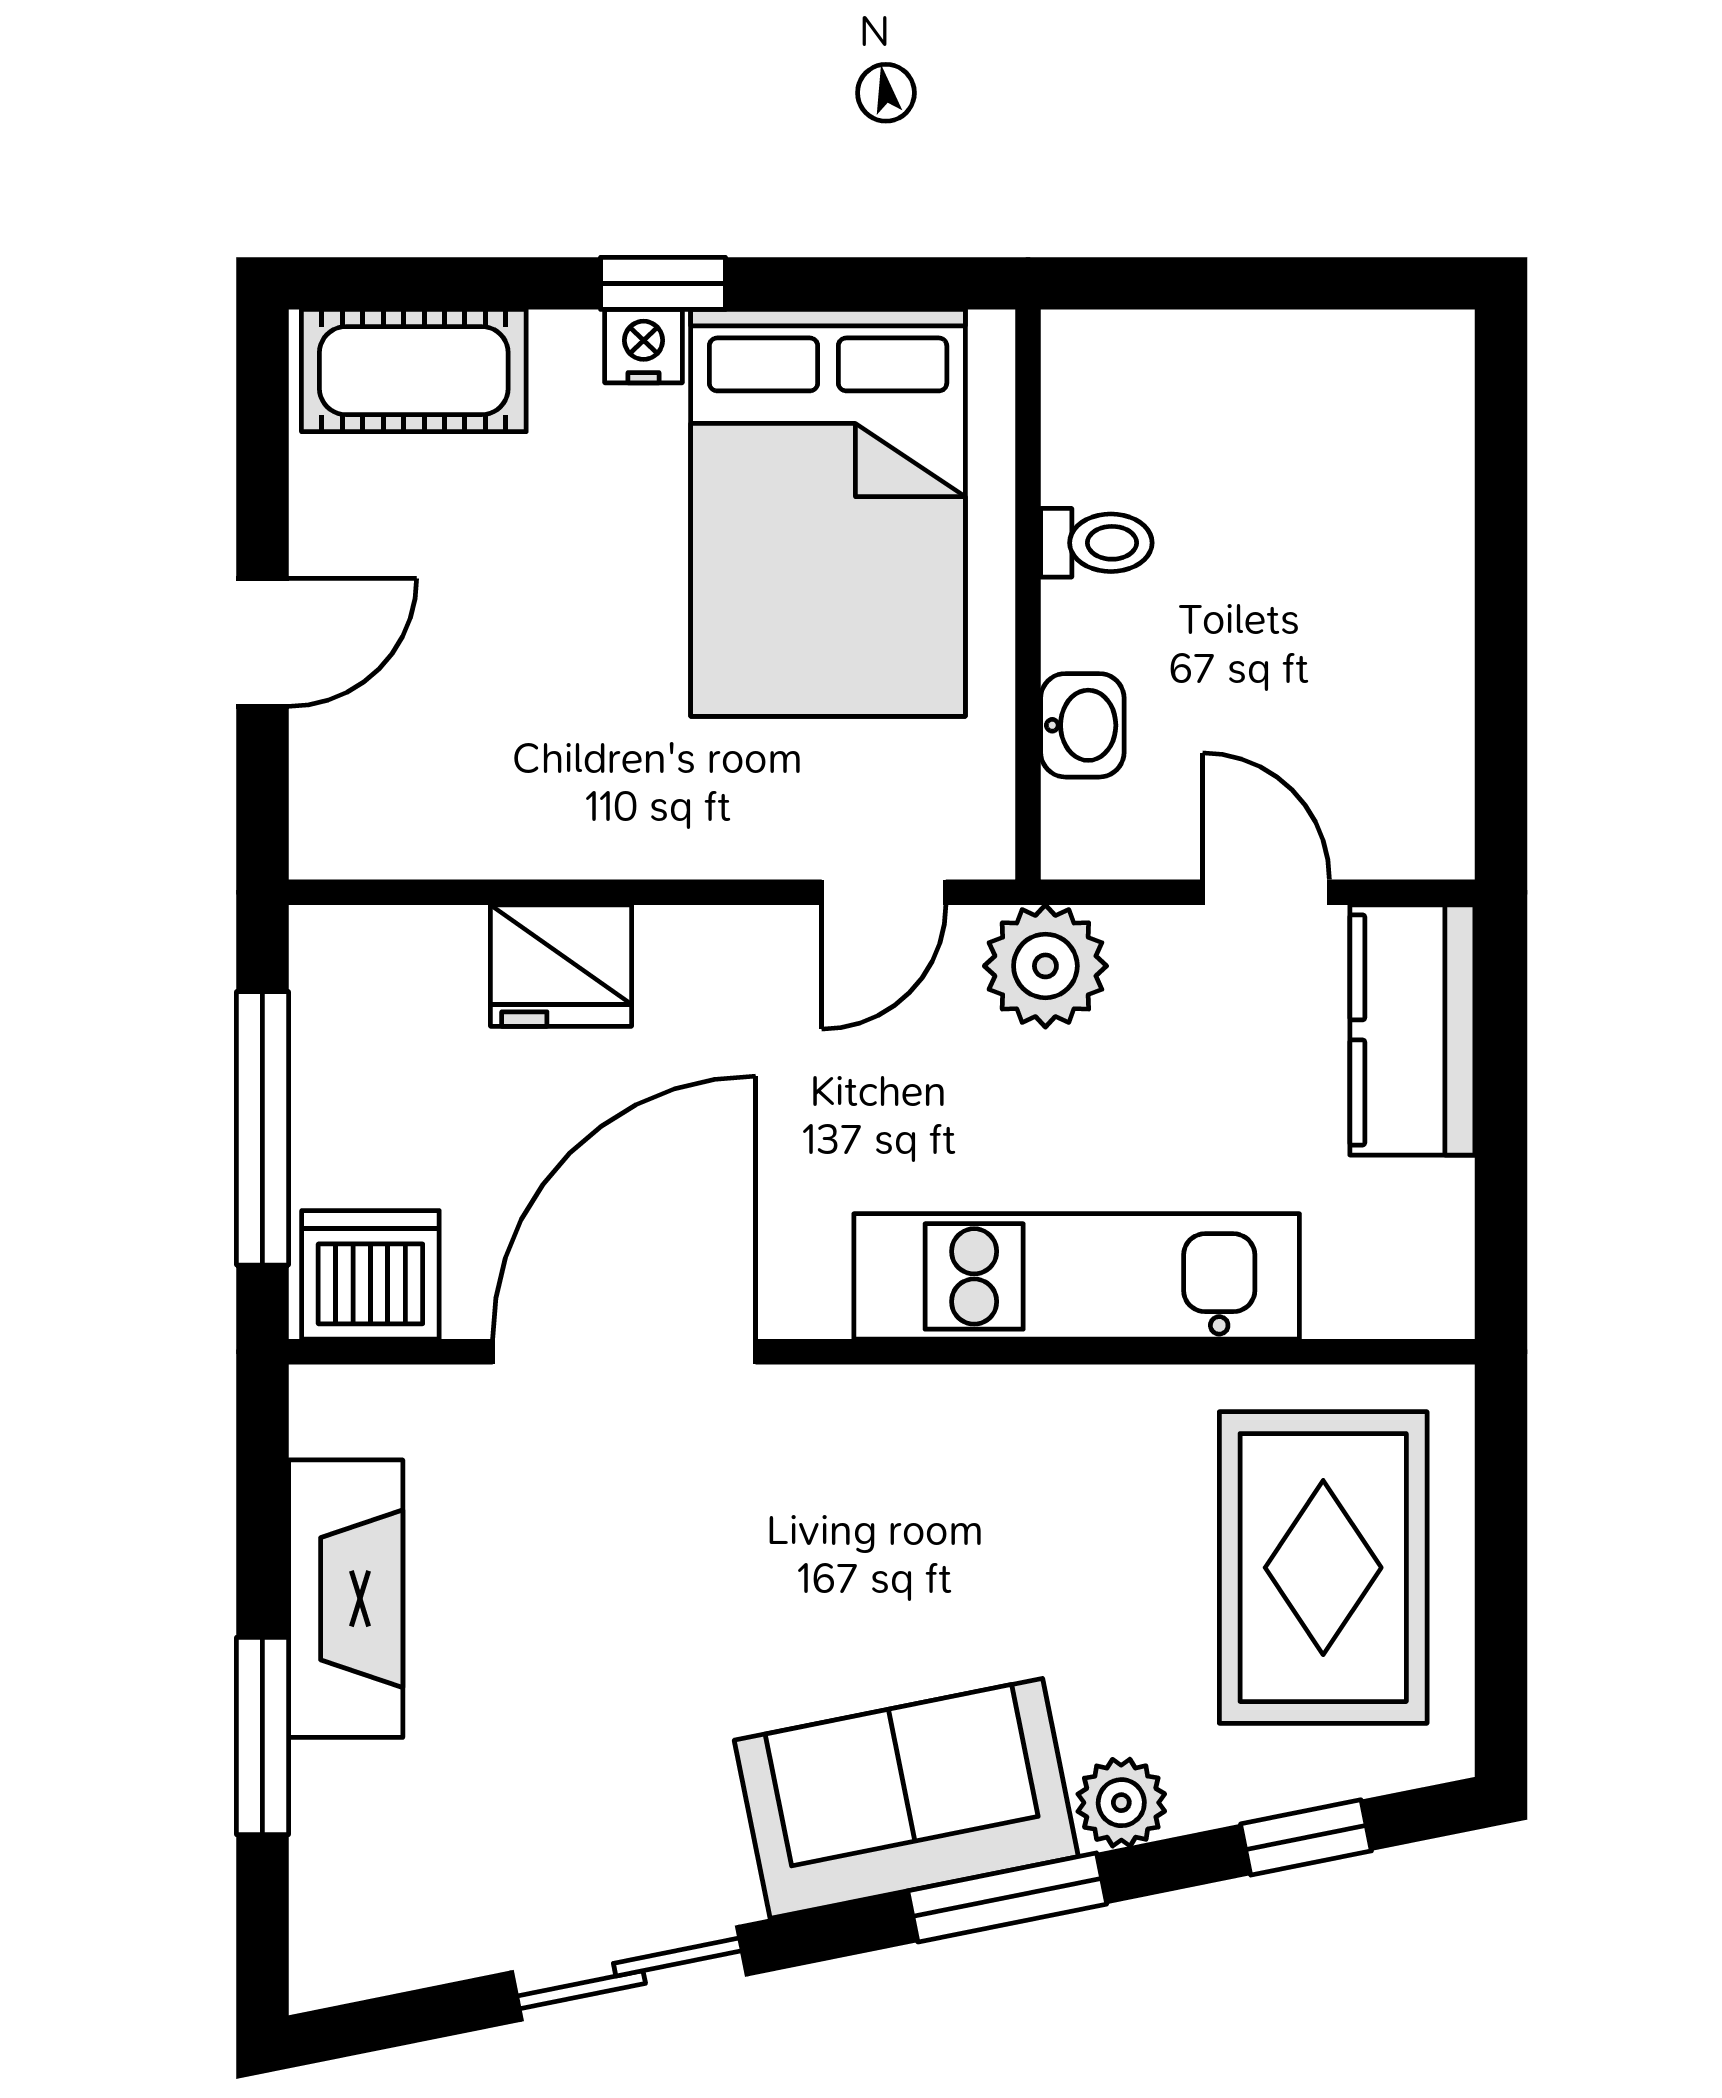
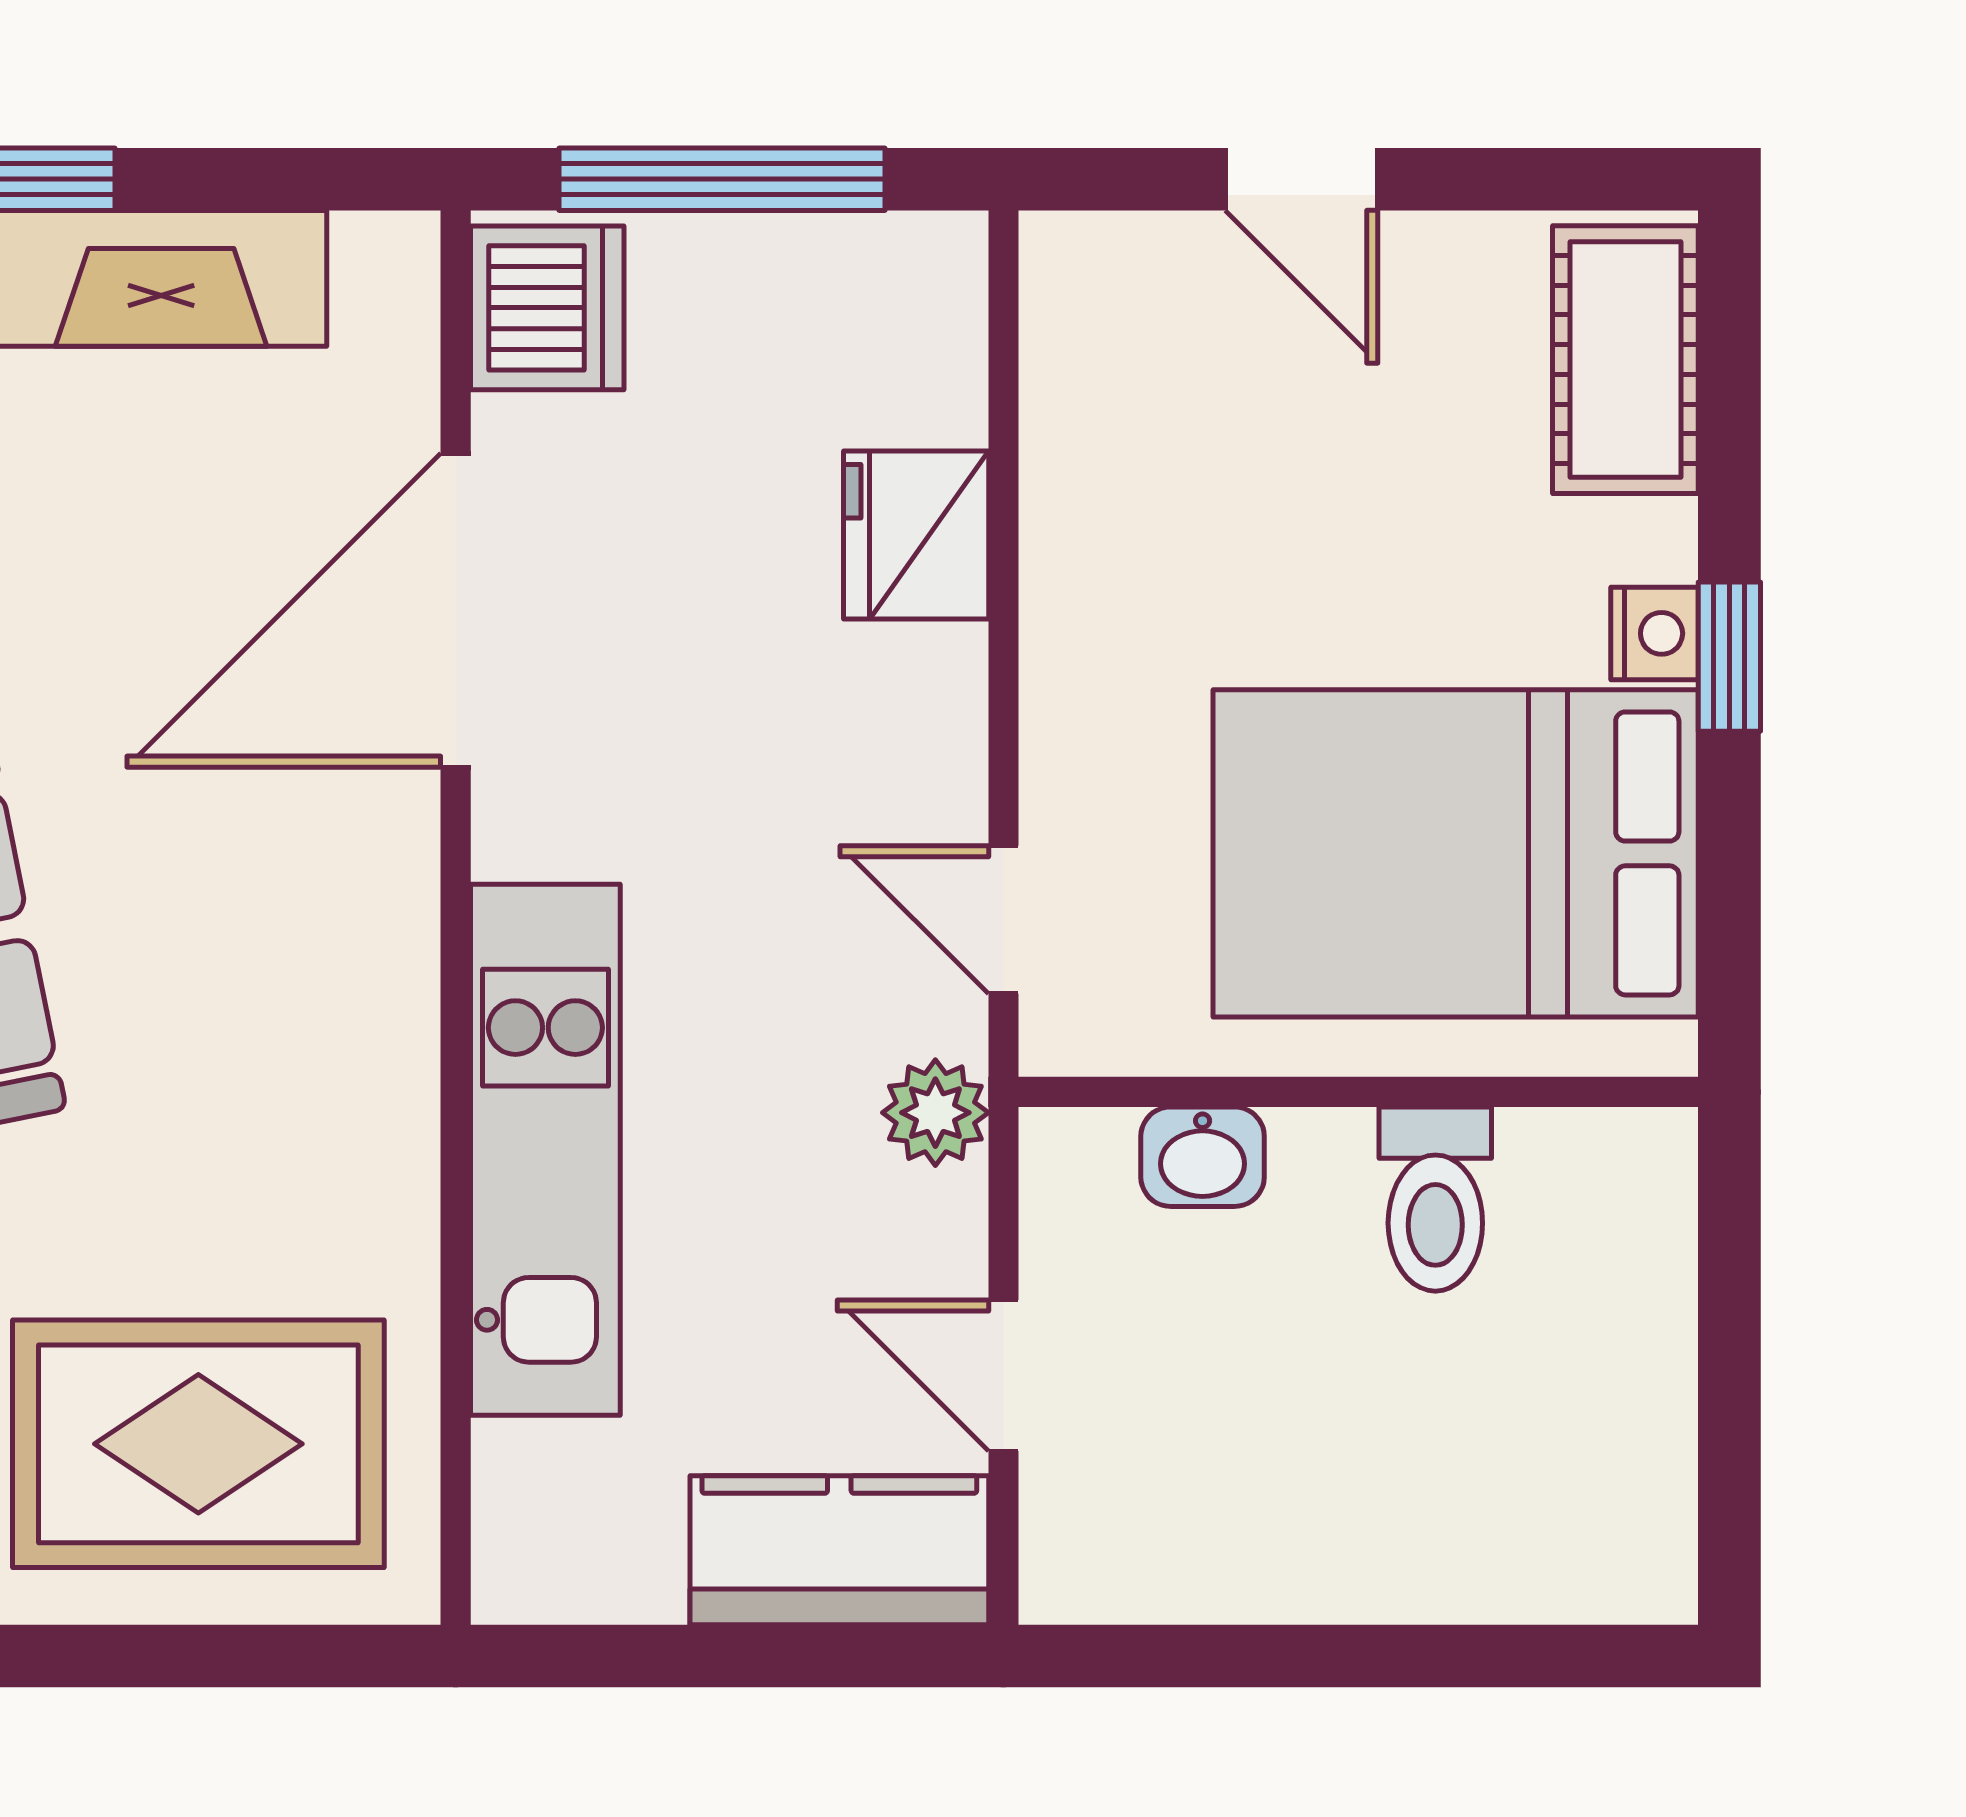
toilet: (1096, 543) -> (1435, 1199), width x1.37, depth x1.39
door: (1266, 892) -> (1003, 1376), swing flipped
plant: (1045, 966) -> (935, 1113), width x0.73, depth x0.73
door: (624, 1352) -> (456, 610), swing flipped

